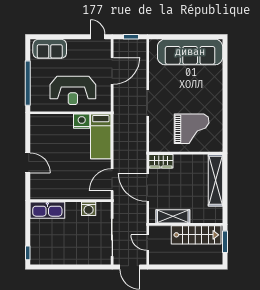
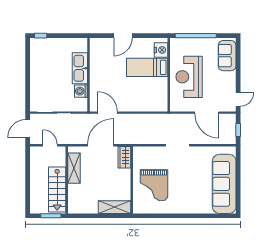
nightstand: (82, 121) -> (161, 50), moved
bed: (101, 136) -> (147, 67), moved
shelving: (215, 180) -> (115, 207), width x0.68
kitchen sink: (47, 210) -> (80, 68), moved
door: (148, 243) -> (50, 145), hinge flipped

